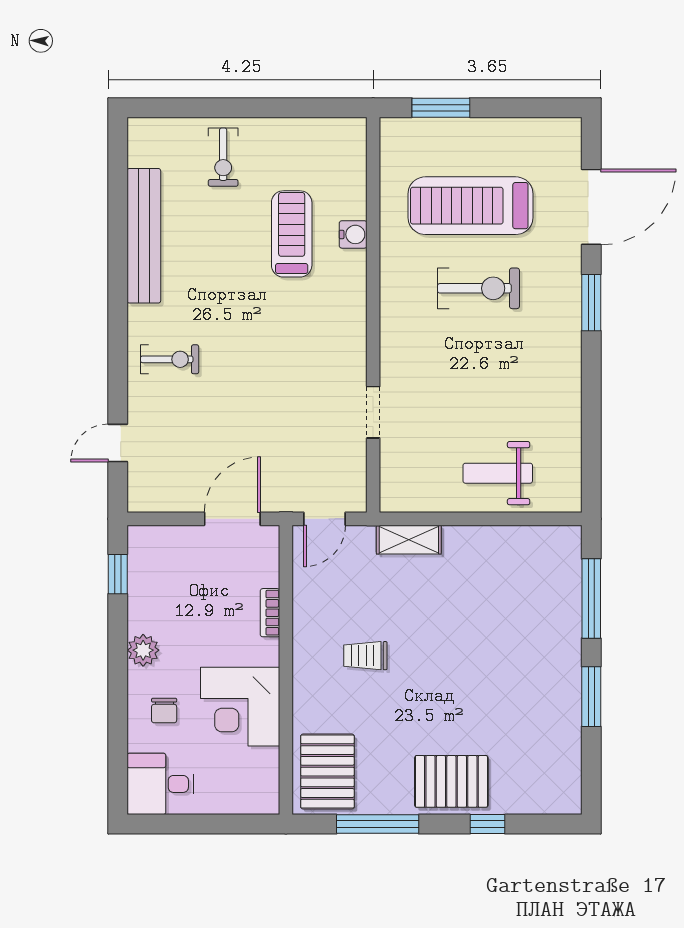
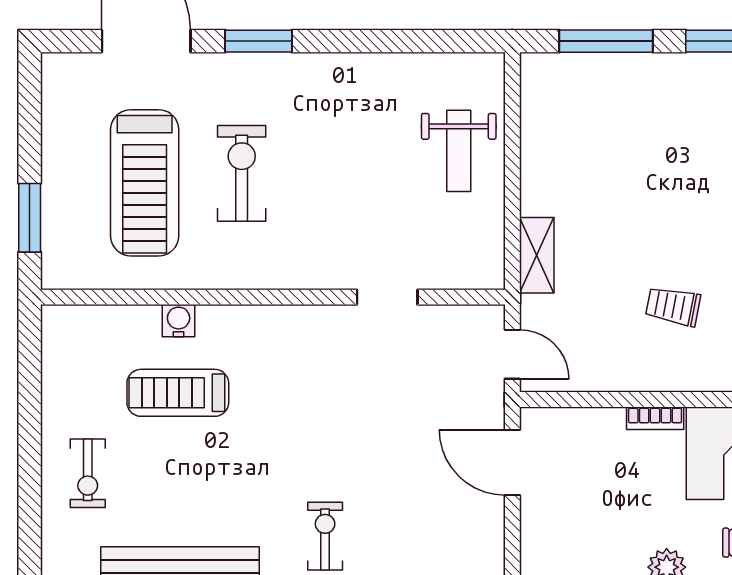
exercise bike: (223, 157) -> (88, 473), turned 90
bookcase: (270, 613) -> (655, 418), moved
trolley: (365, 656) -> (673, 306), turned 101

